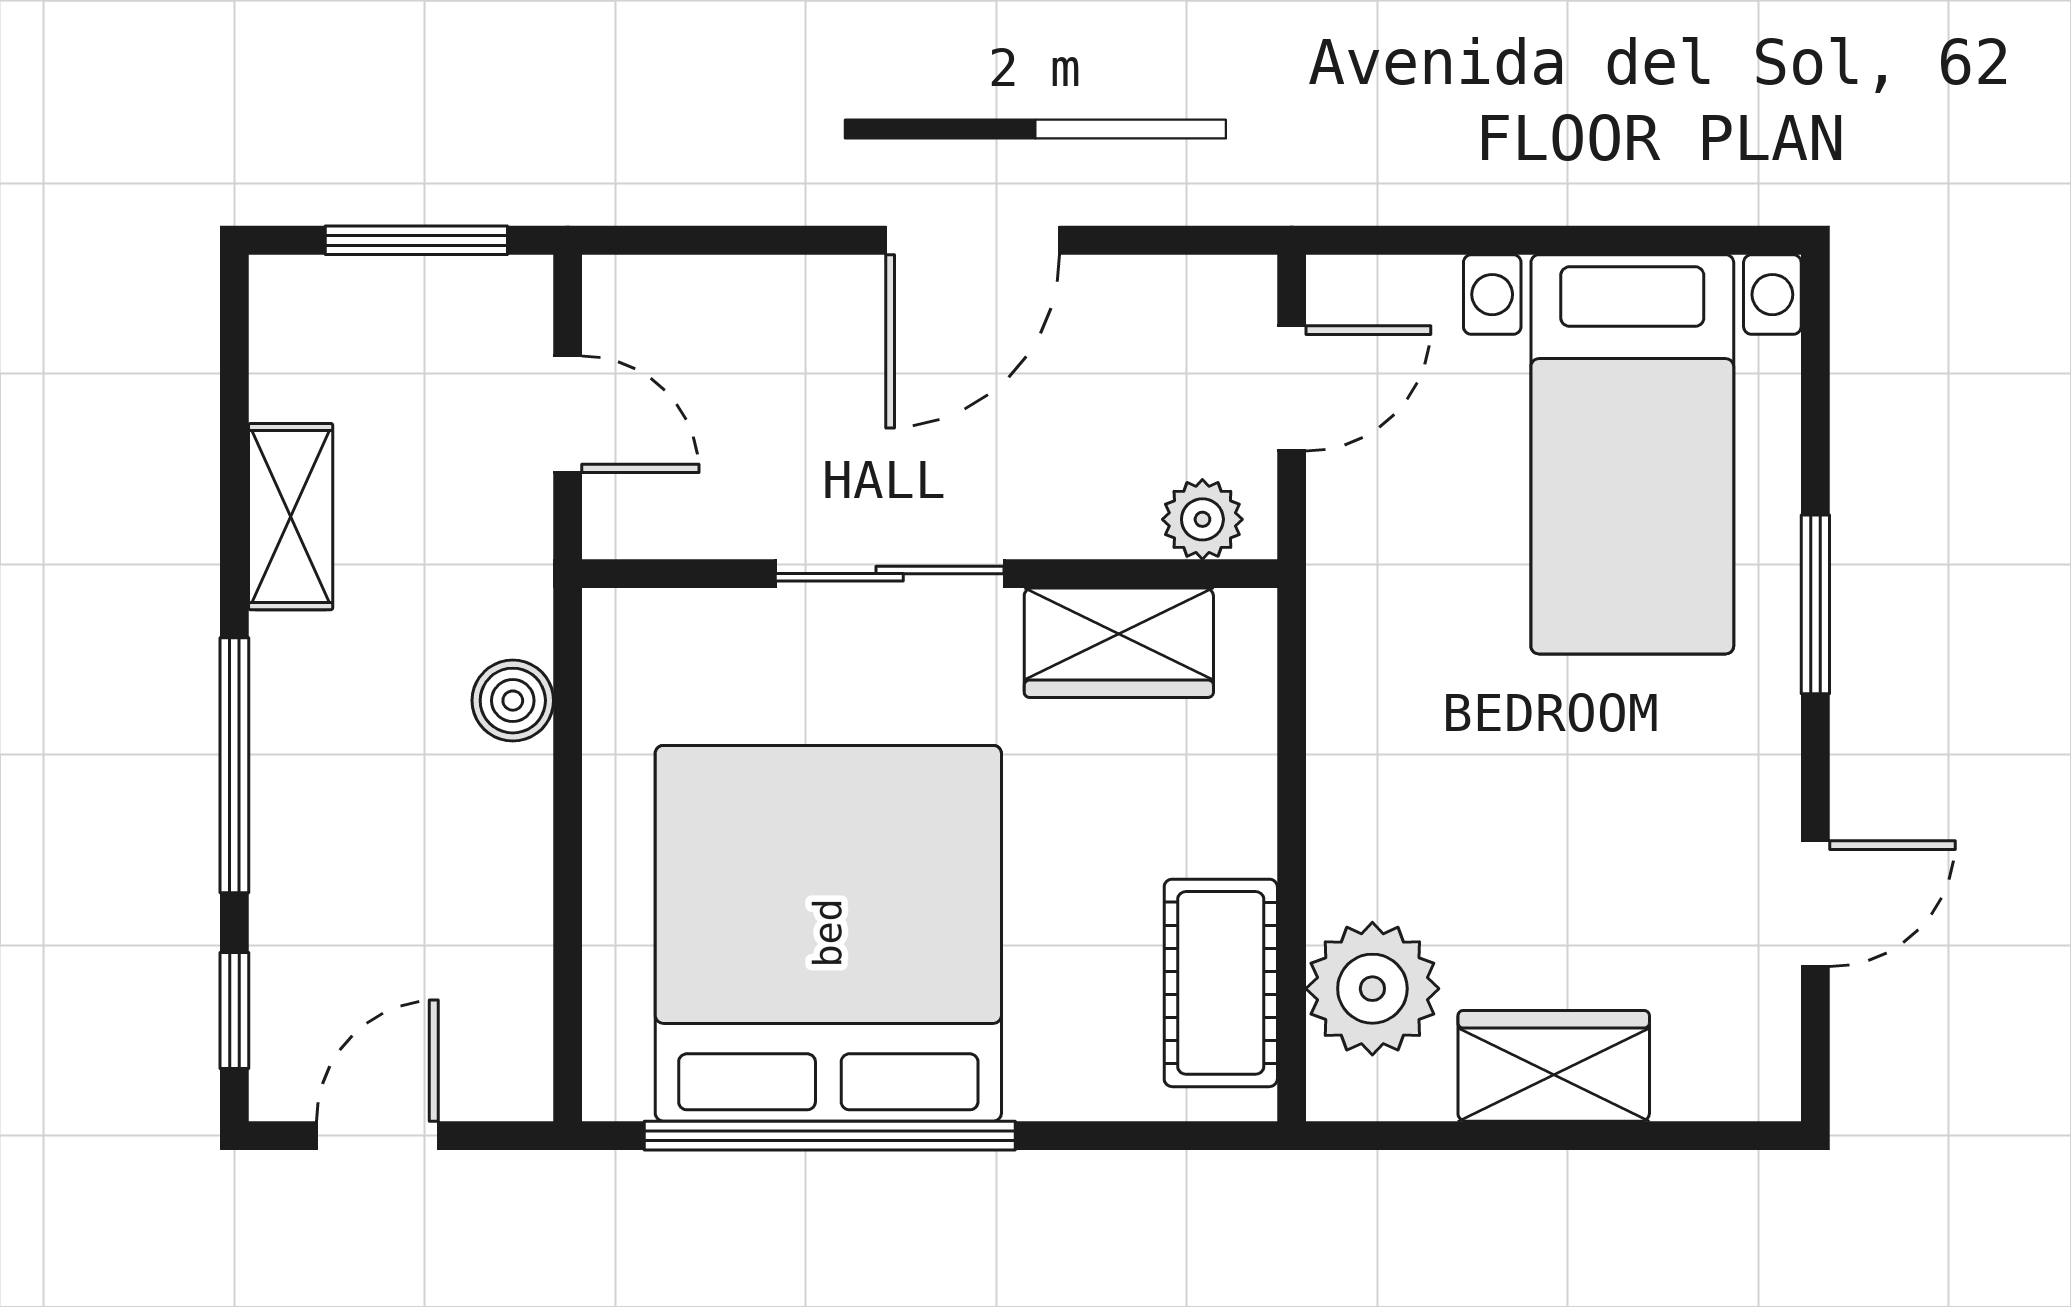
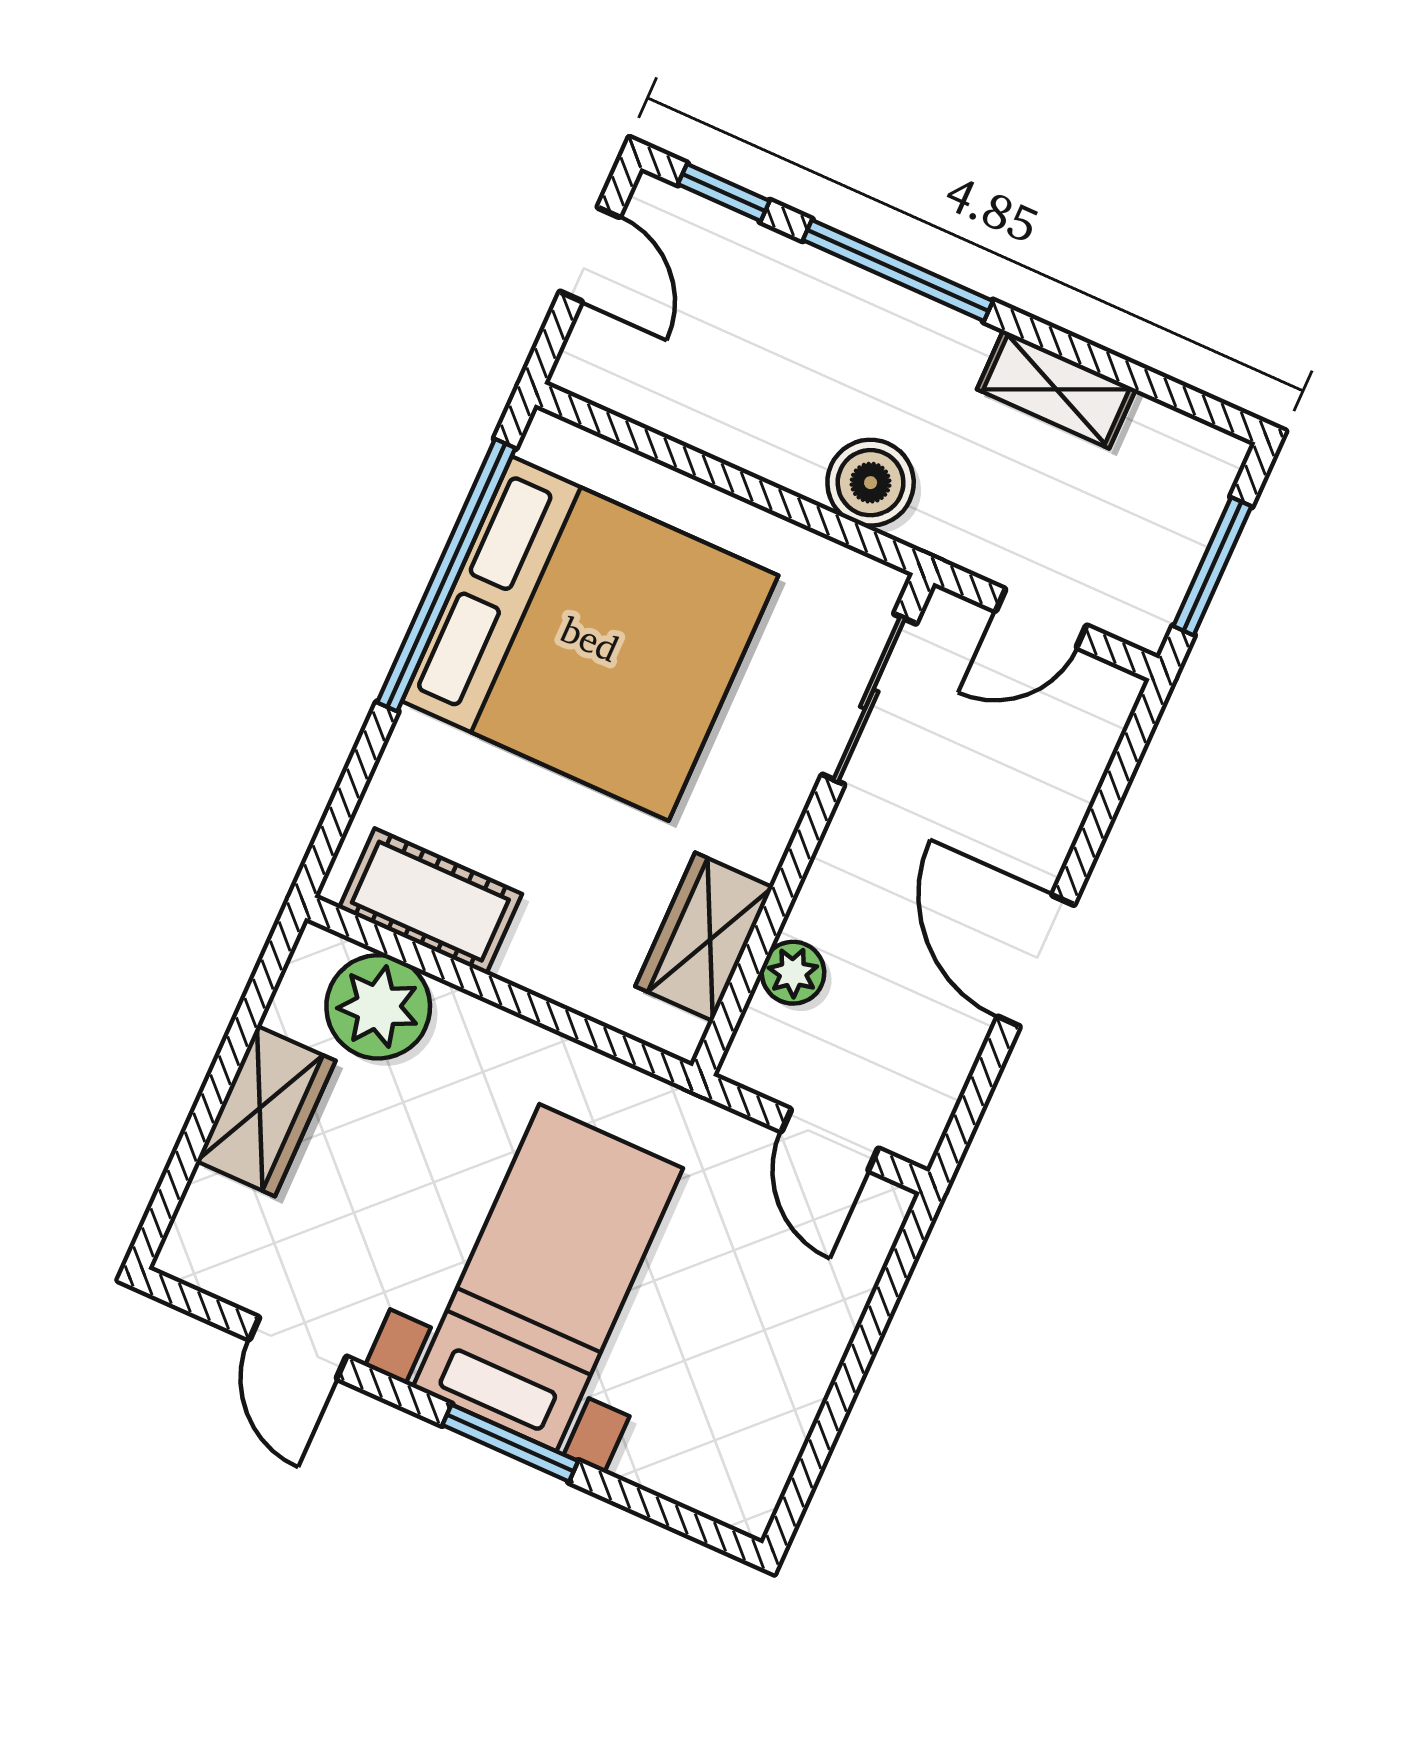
bed with nightstands: (1632, 454) -> (548, 1278), moved, turned 90
plant: (1202, 519) -> (793, 973), moved
sliding door: (890, 574) -> (869, 699), moved
boiler: (513, 701) -> (871, 483), width x1.36, depth x1.36

